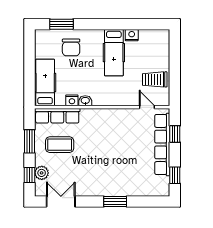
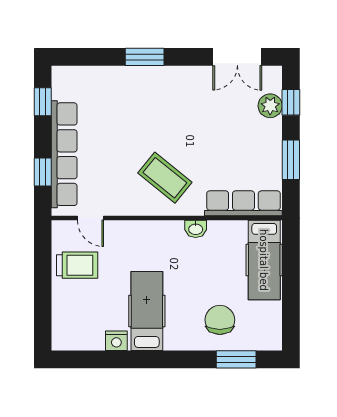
nightstand: (72, 100) -> (218, 230), removed
coffee table: (60, 145) -> (165, 178), moved, turned 39

